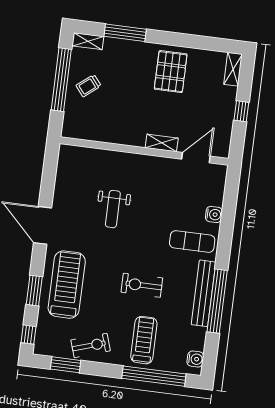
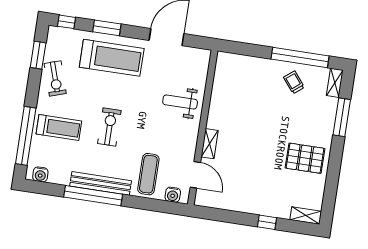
shelving: (162, 143) -> (210, 144), moved
wall: (144, 151) -> (203, 127), moved
door: (196, 158) -> (195, 175), moved

